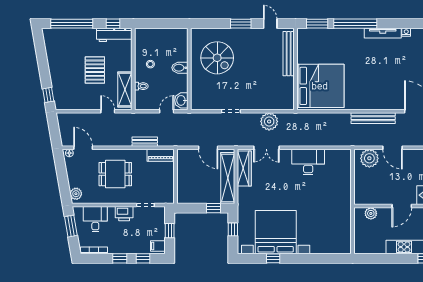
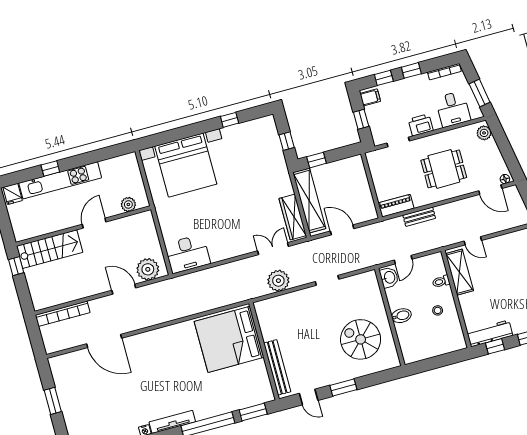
pallet: (95, 70) -> (501, 285), removed
bench: (373, 118) -> (156, 318), removed
desk: (308, 162) -> (187, 254), moved
bed with nightstands: (276, 232) -> (186, 165), moved

